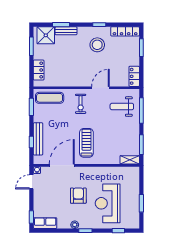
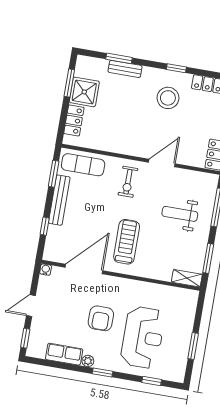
shower: (46, 35) -> (84, 92), moved
weight bench: (122, 107) -> (180, 214), moved
bench: (38, 139) -> (59, 200), moved
door: (31, 182) -> (31, 306), moved
armchair: (78, 196) -> (101, 318), turned 180
reception desk: (108, 203) -> (143, 337), turned 180
row of seats: (45, 223) -> (64, 354), moved

